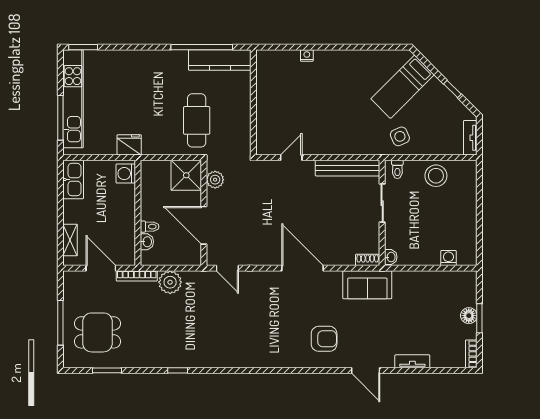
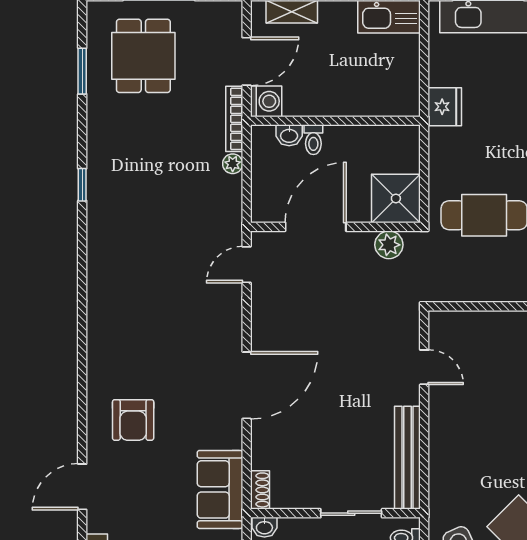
washing machine: (126, 174) -> (266, 101), moved, turned 90
plant: (170, 282) -> (233, 164), width x0.53, depth x0.53

